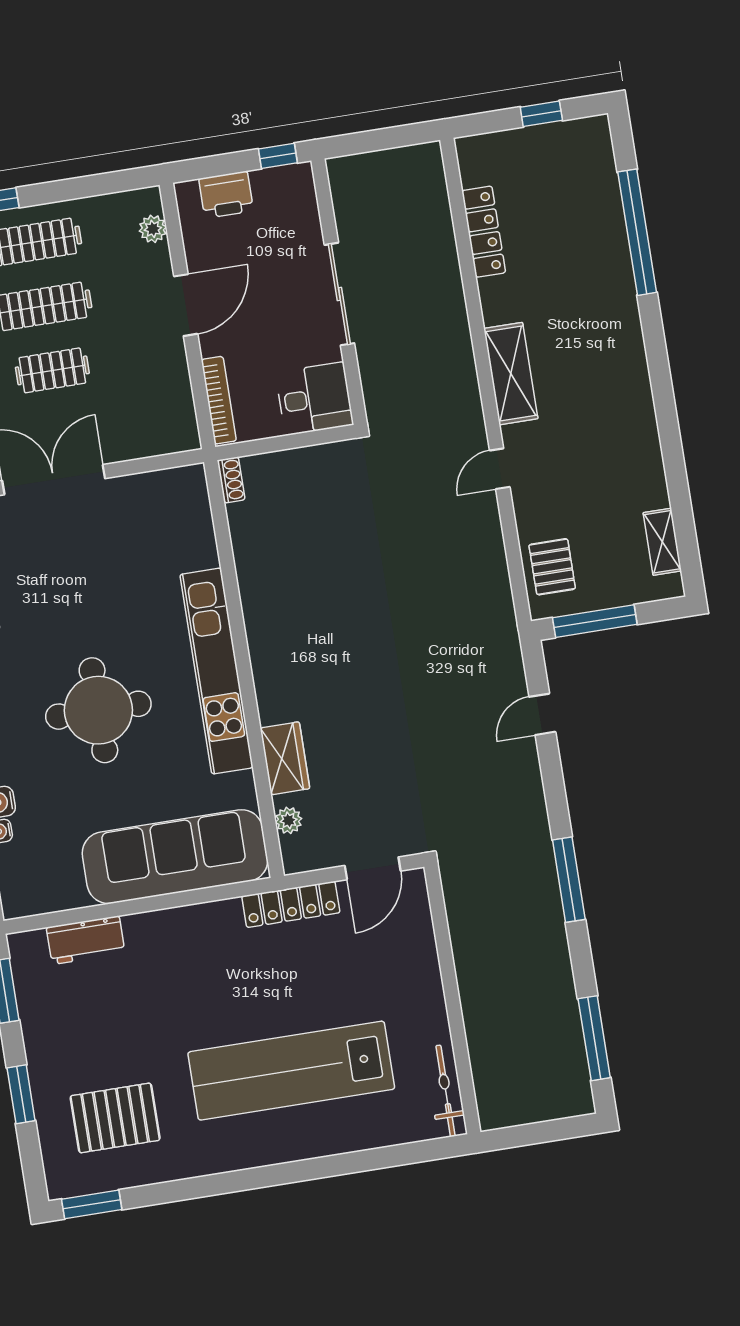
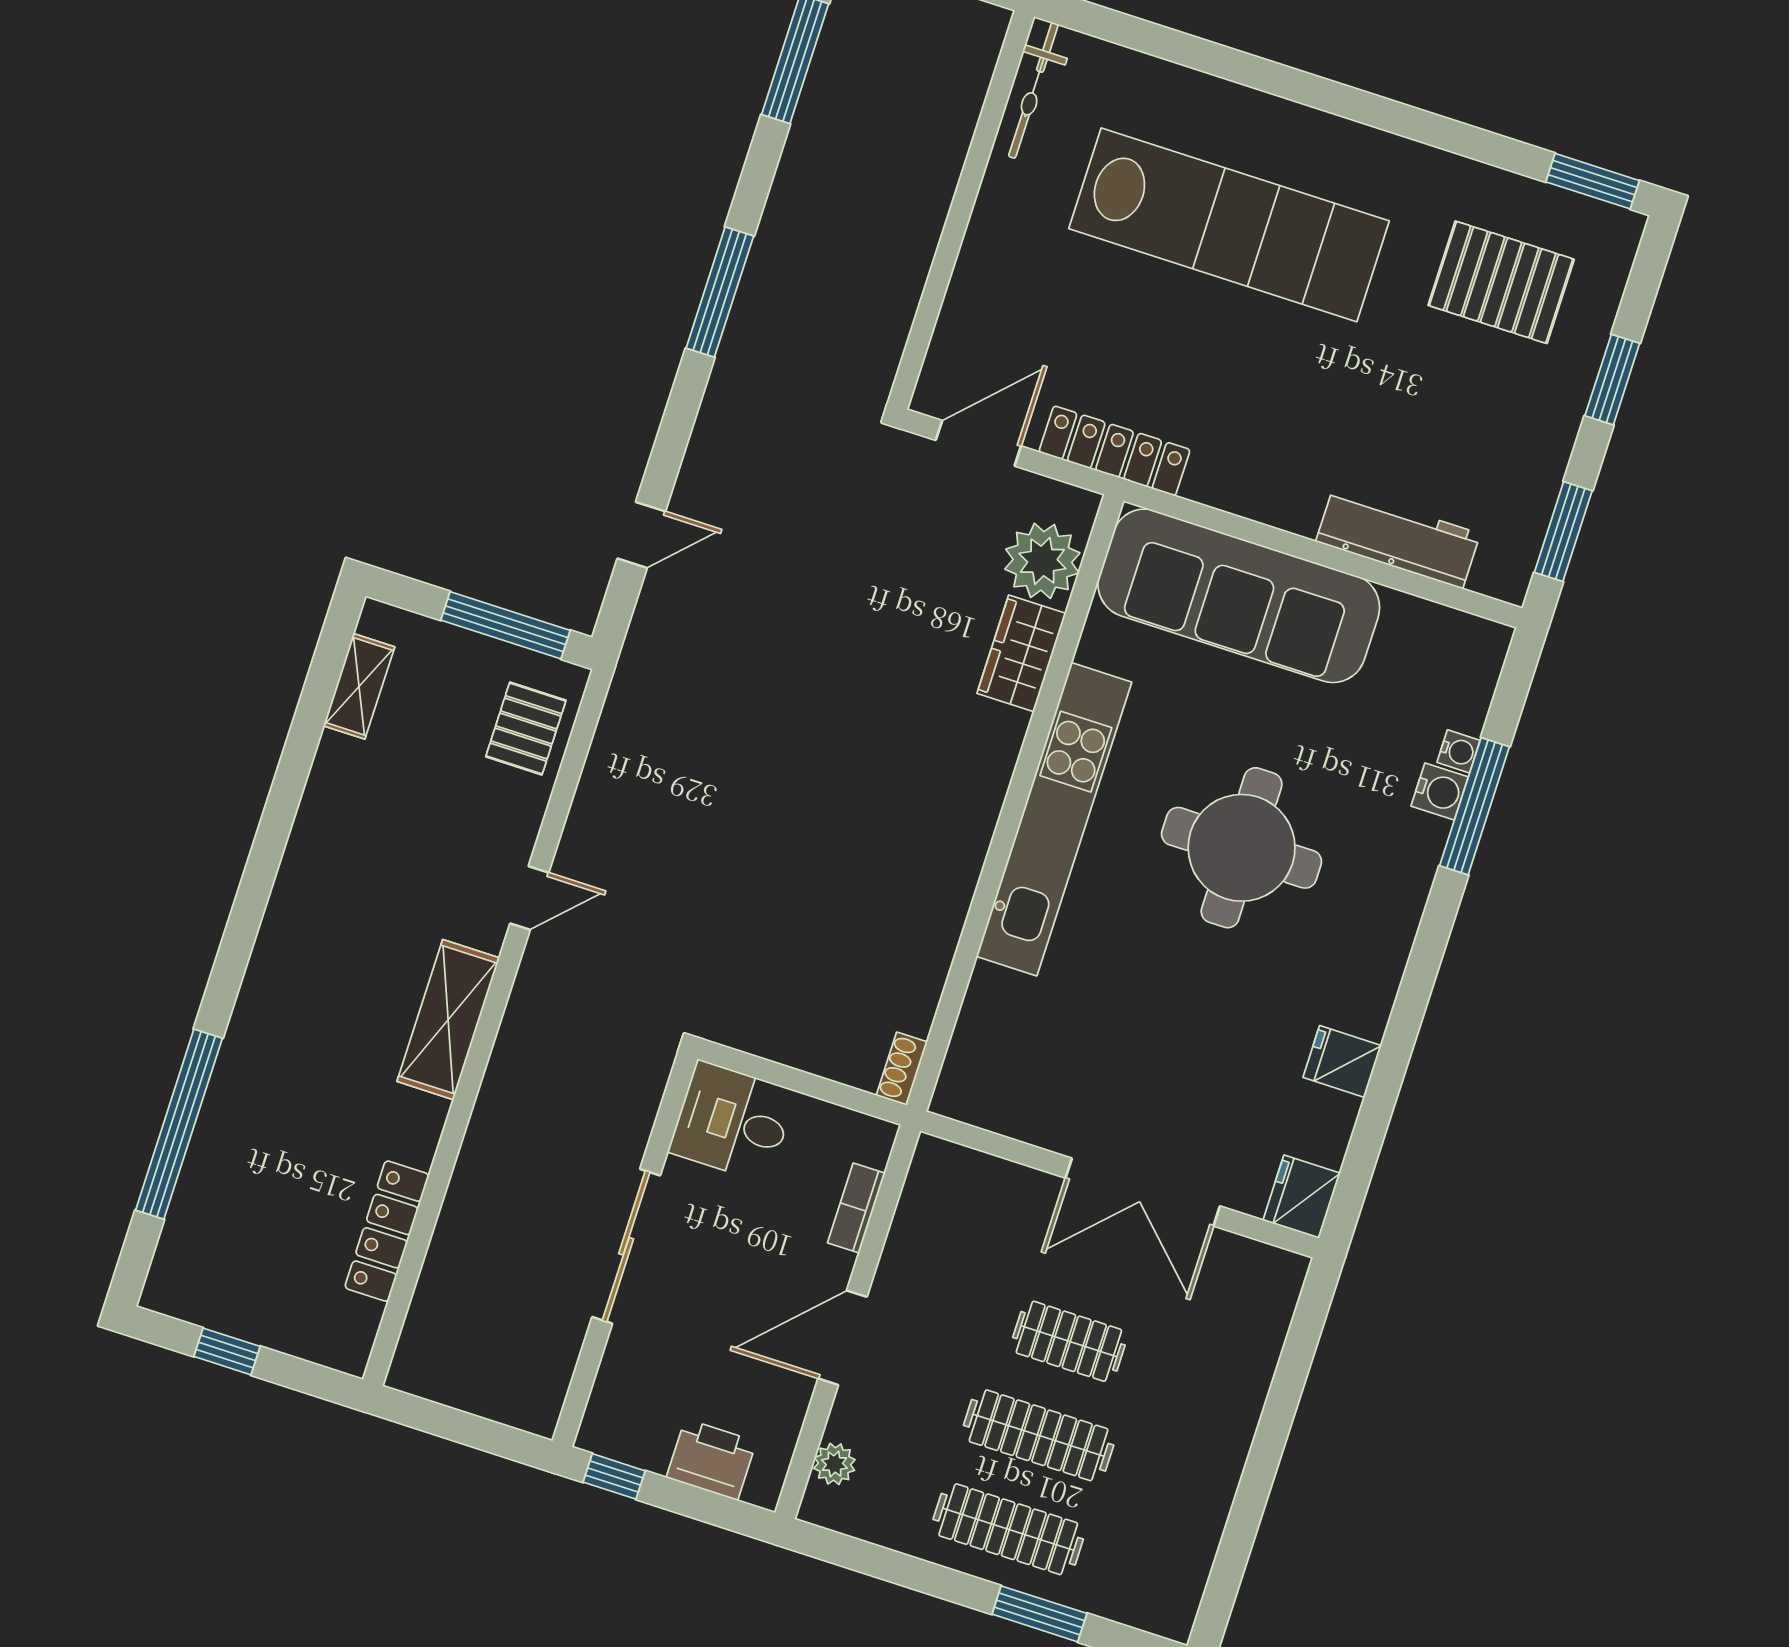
bookcase: (219, 400) -> (856, 1208), width x0.64
plant: (289, 820) -> (1042, 561), width x1.88, depth x1.88
workbench: (86, 940) -> (1398, 538), width x1.37

